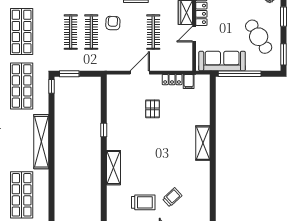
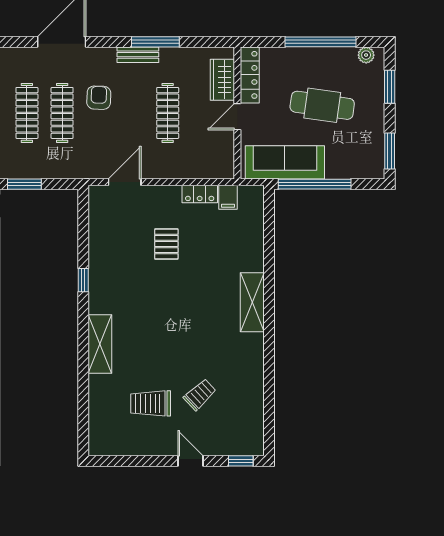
cafe table: (259, 37) -> (322, 105), moved, turned -50
door: (140, 73) -> (125, 182), moved
trolley: (143, 202) -> (151, 403), turned 180

